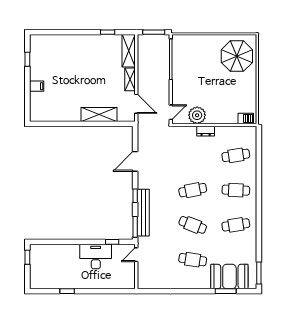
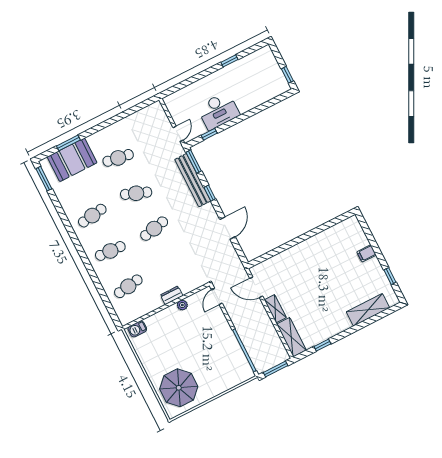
shelving: (99, 114) -> (368, 310), moved
plant: (197, 115) -> (182, 305), width x0.53, depth x0.53

